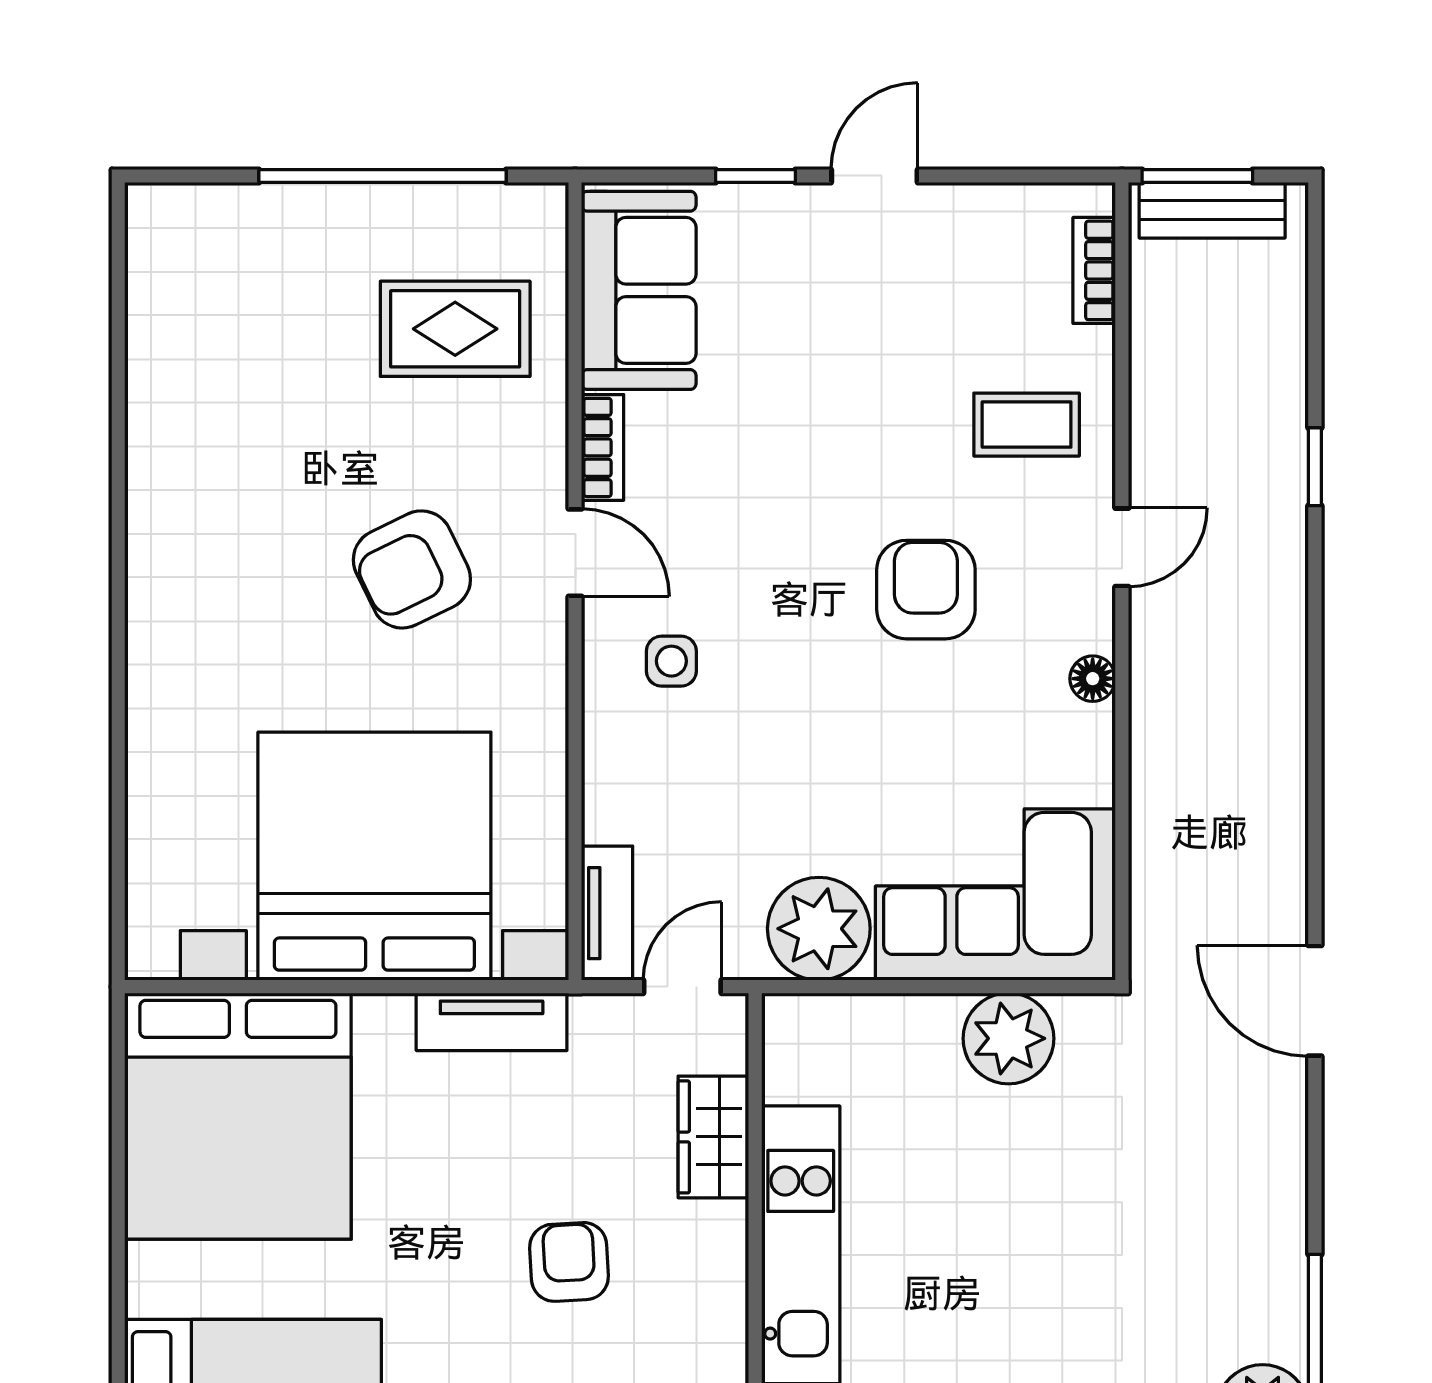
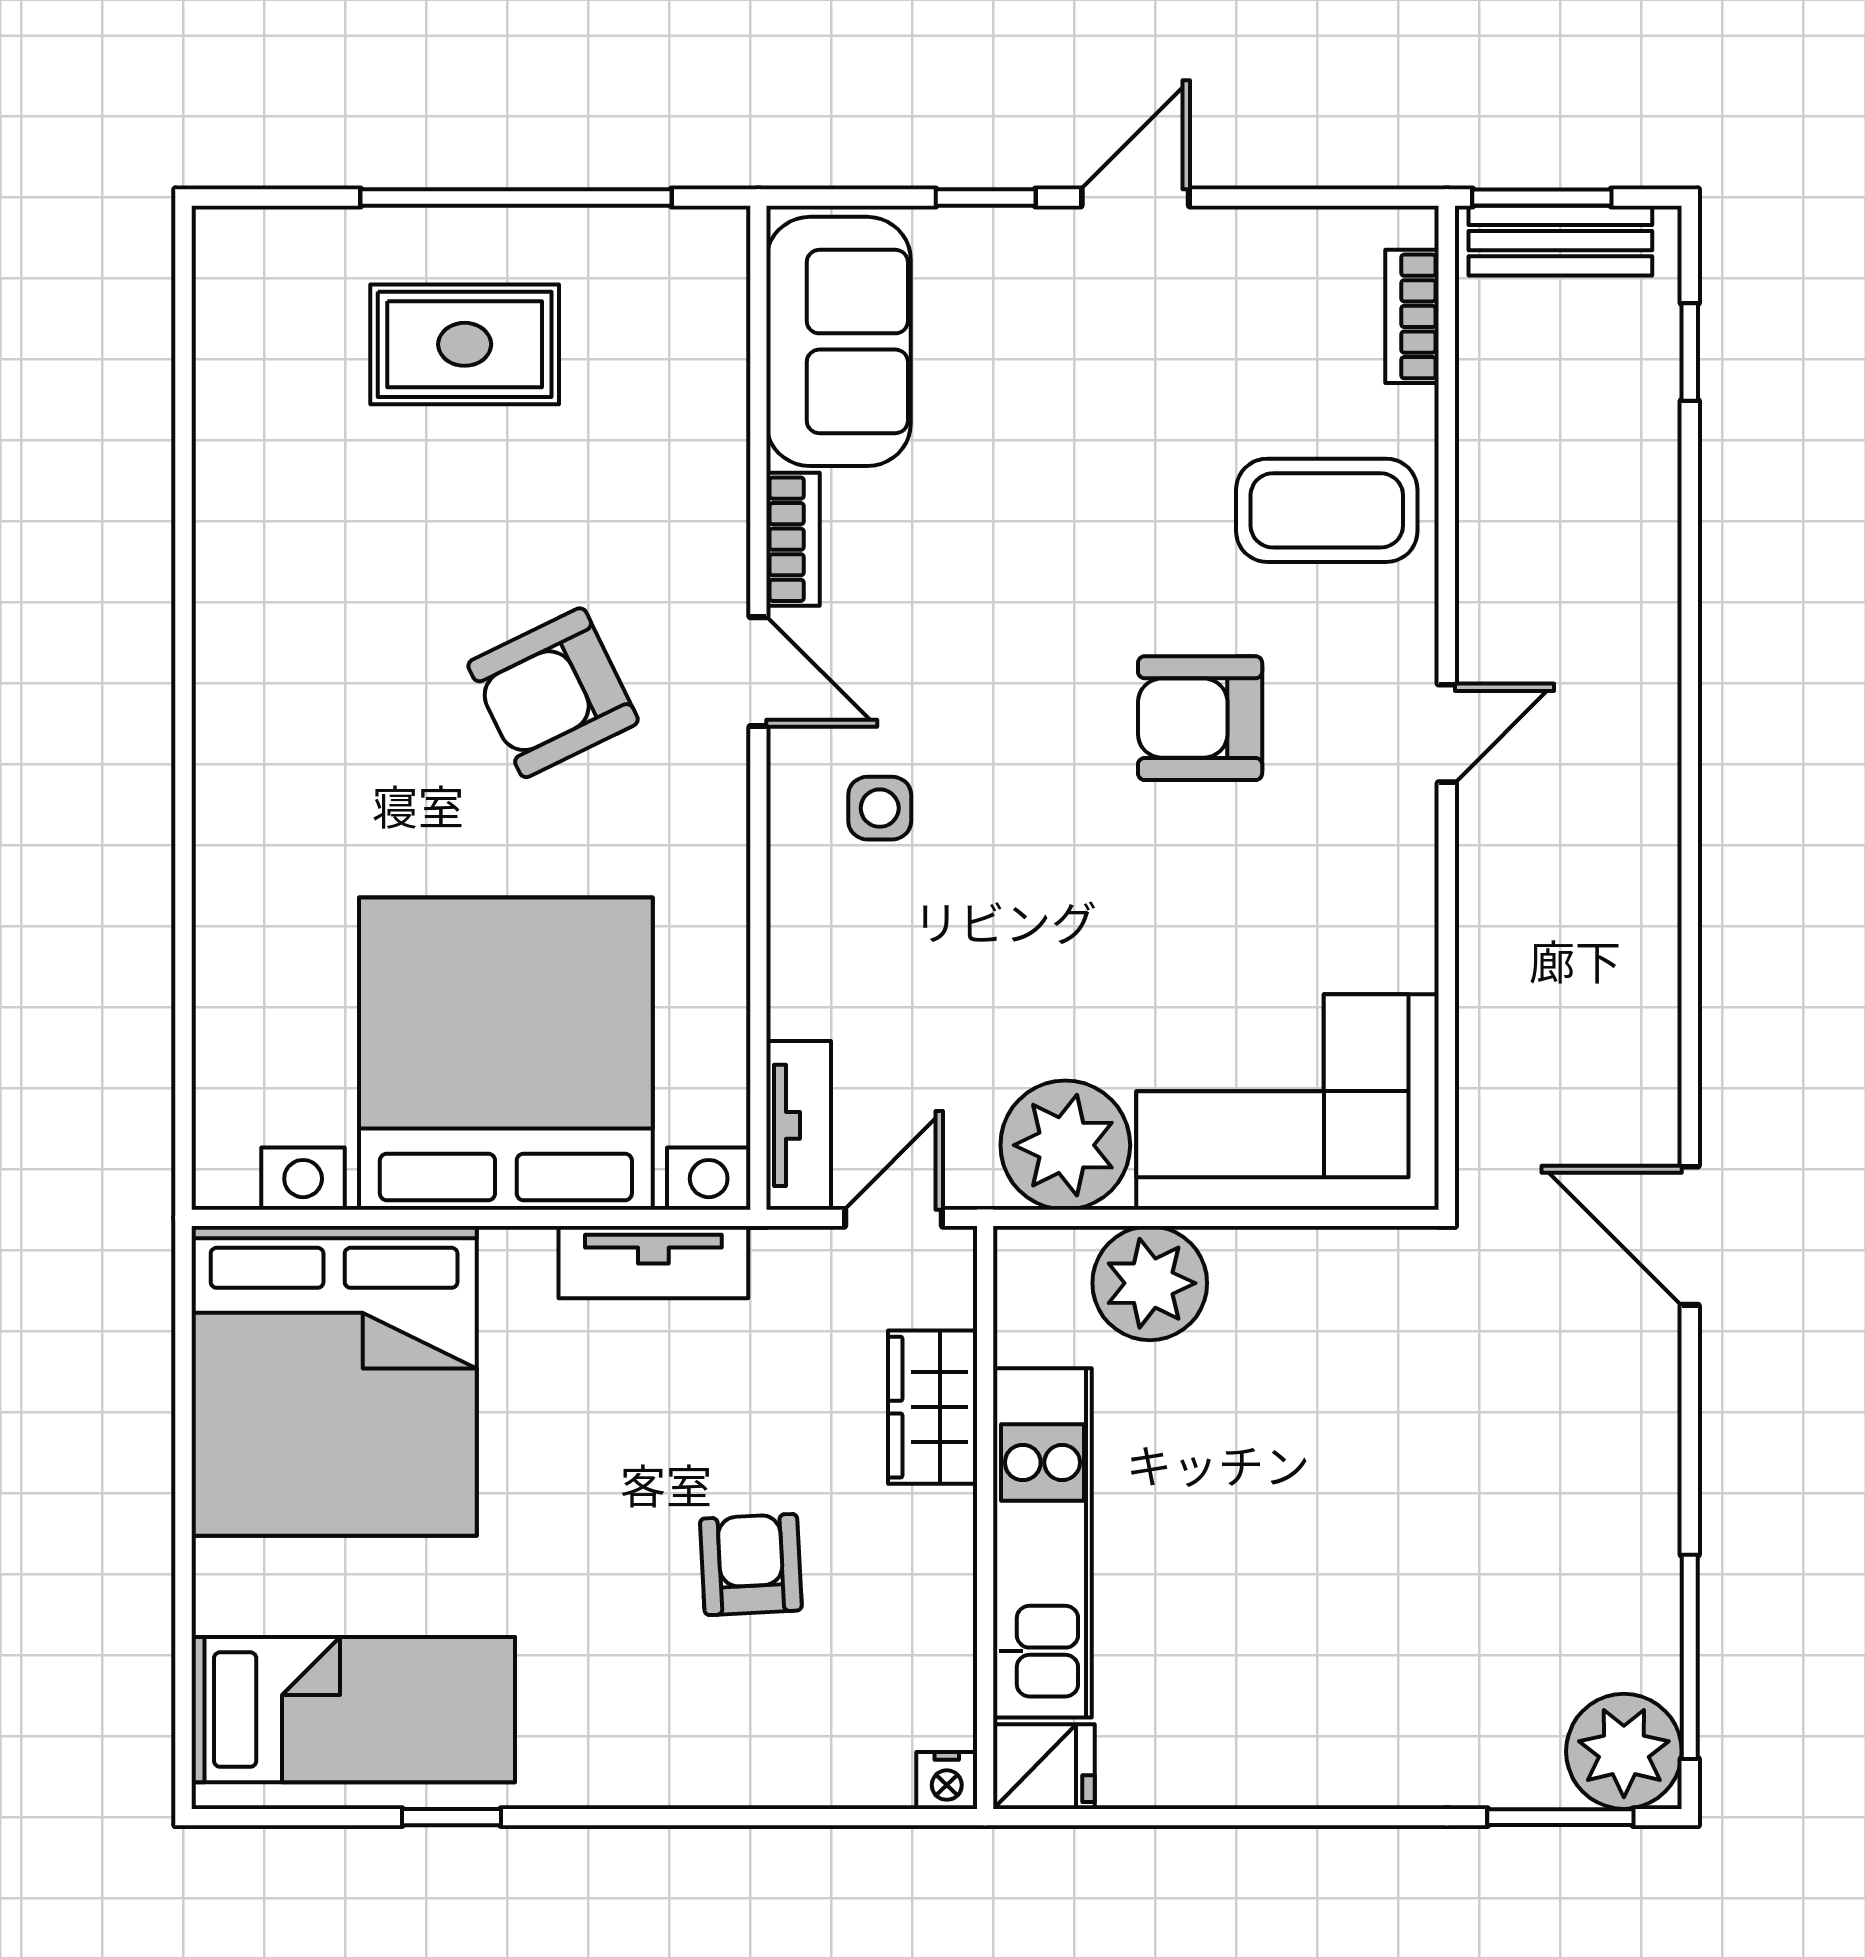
rug: (455, 329) -> (465, 344), moved
coffee table: (1027, 425) -> (1327, 510), width x1.36, depth x1.30
window: (1315, 467) -> (1690, 352), moved
door: (1122, 547) -> (1447, 733), moved
armchair: (926, 590) -> (1200, 718), turned -90
floor lamp: (1093, 679) -> (1410, 830), removed
plant: (1008, 1038) -> (1150, 1283), moved

